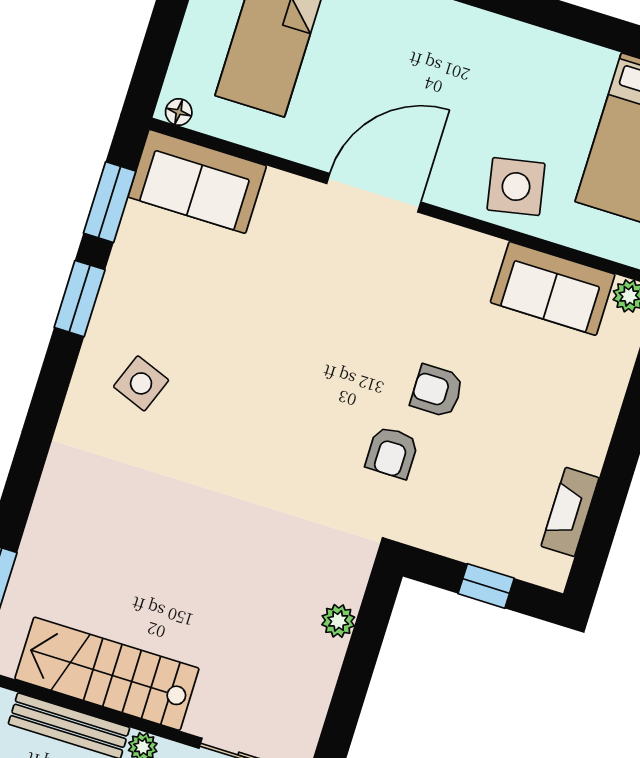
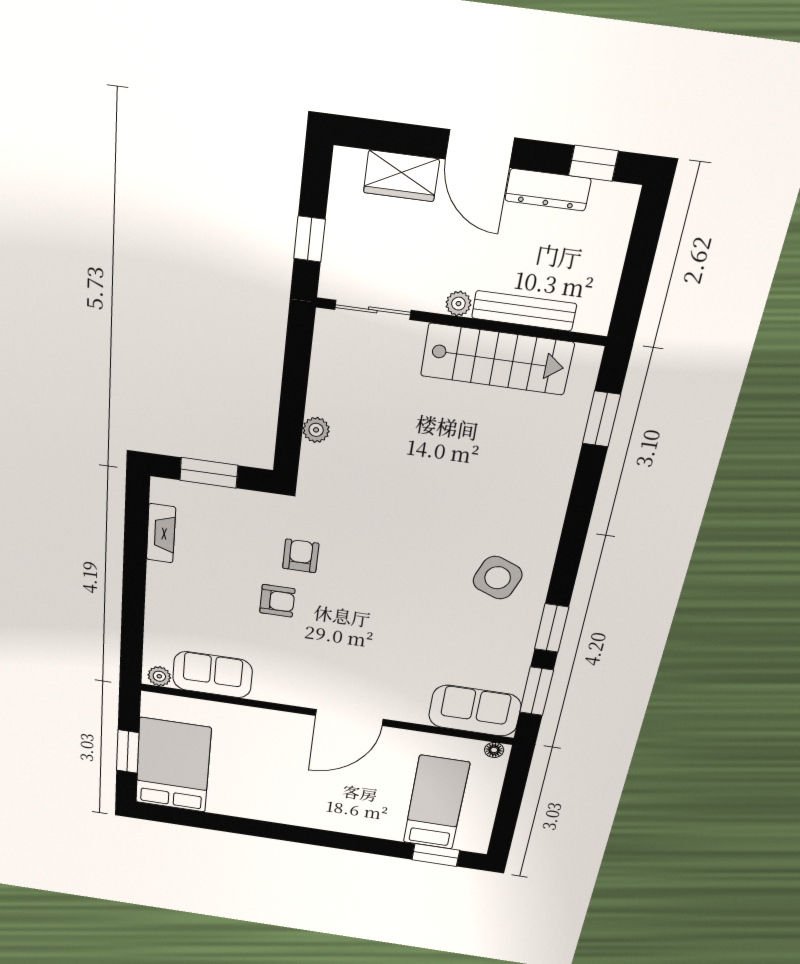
side table: (516, 187) -> (253, 732), removed
side table: (141, 383) -> (498, 578), width x1.37, depth x1.37
window: (486, 586) -> (209, 473), width x1.50

